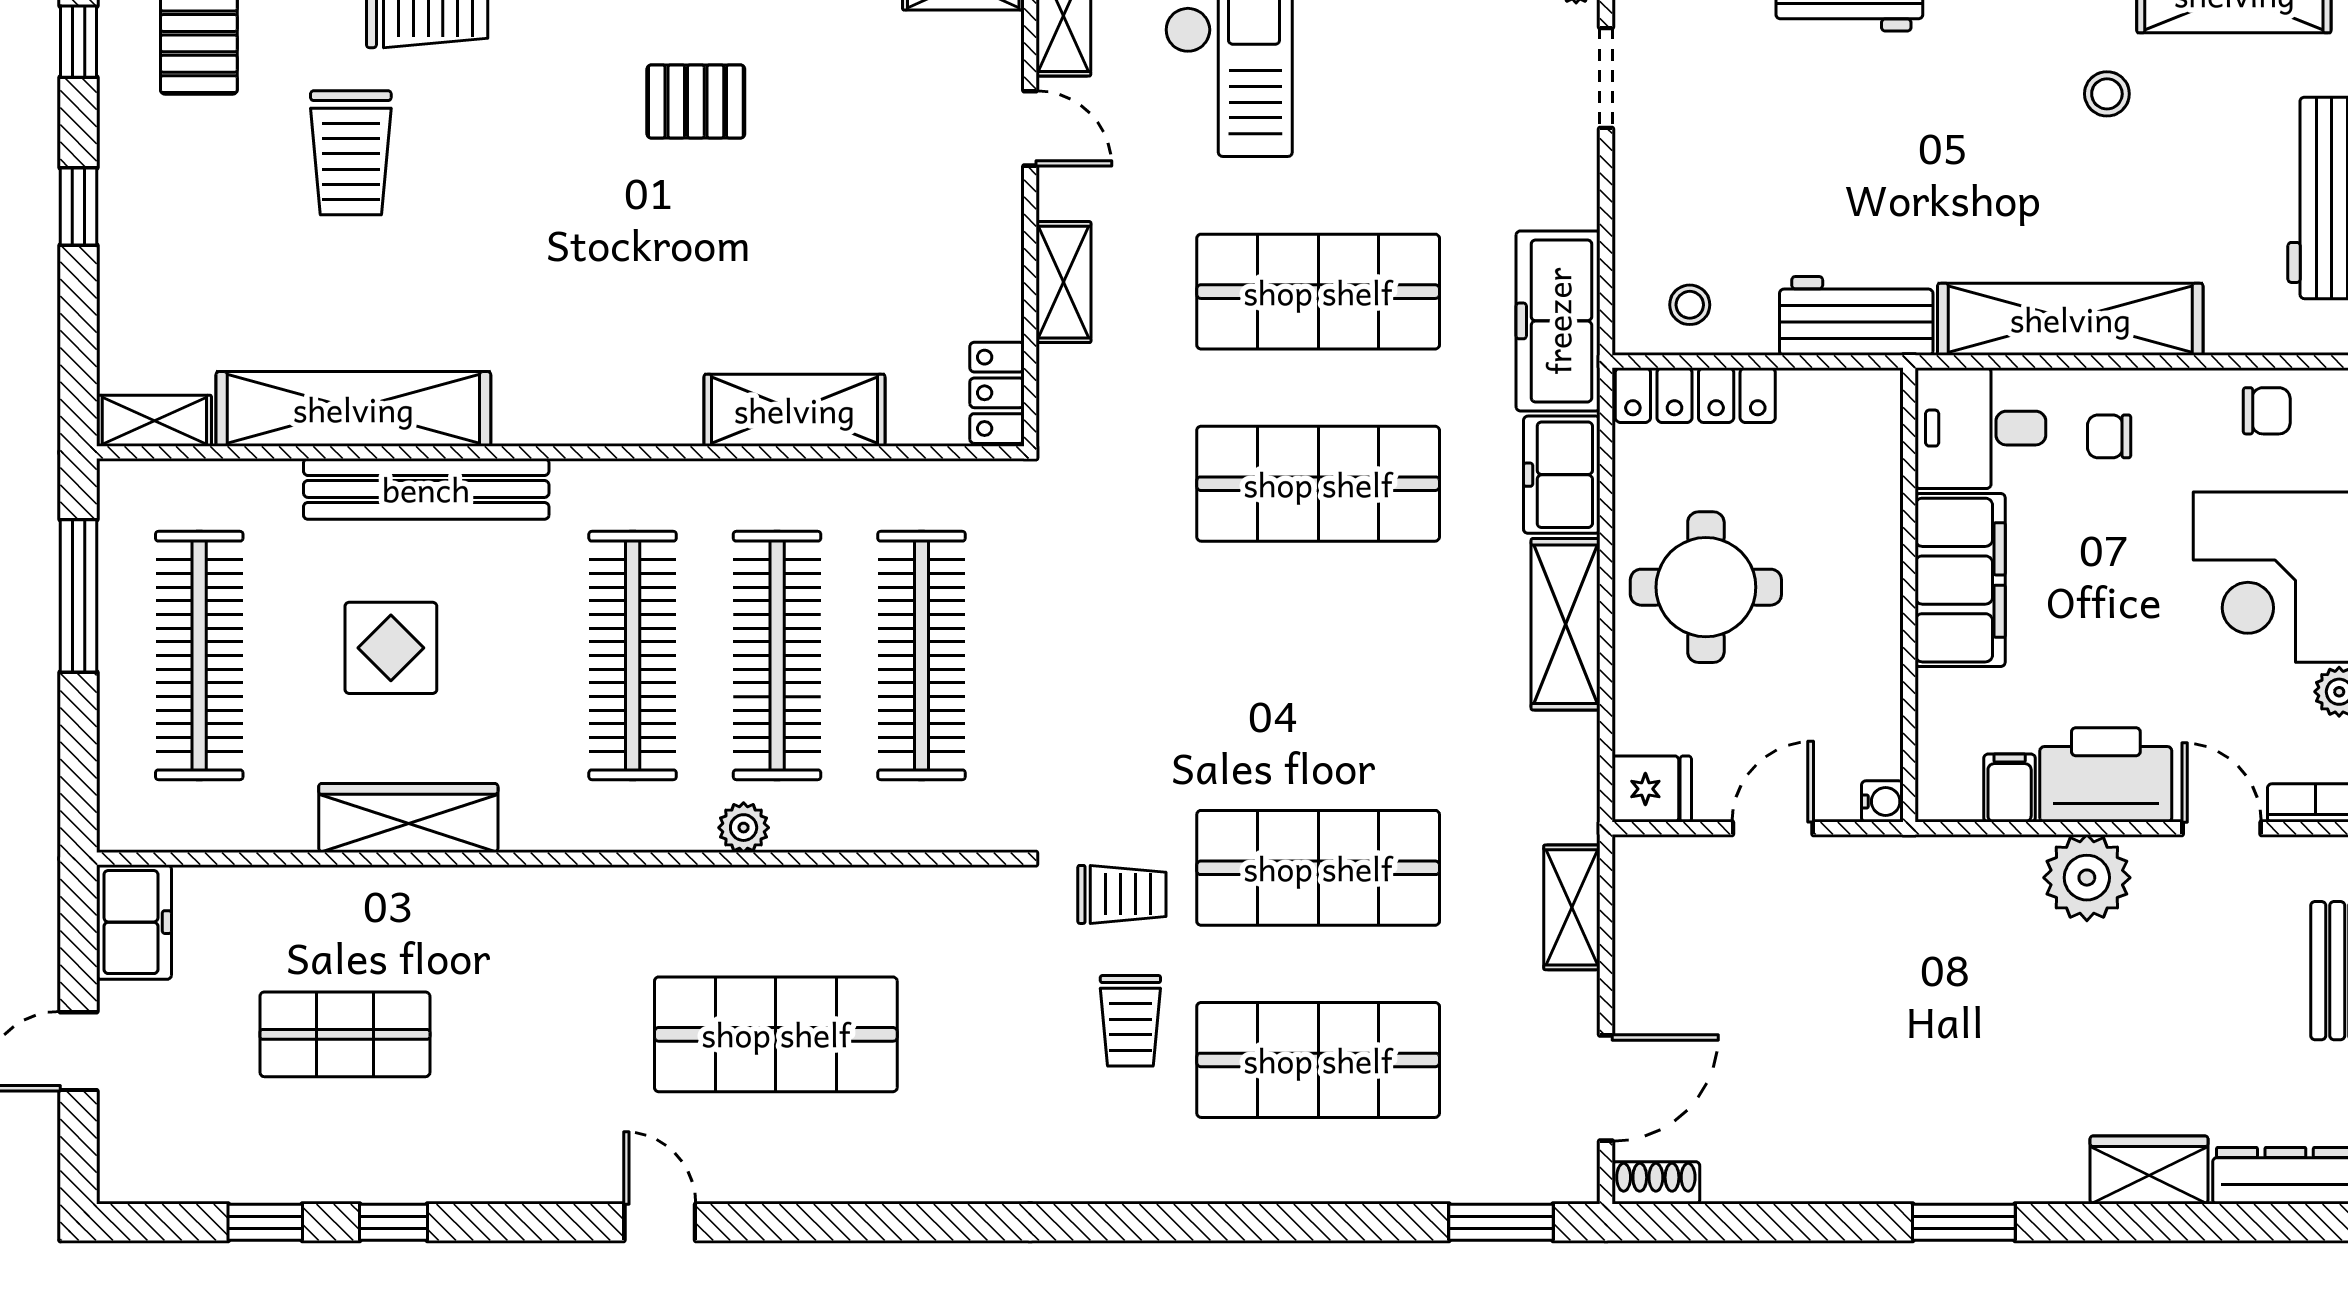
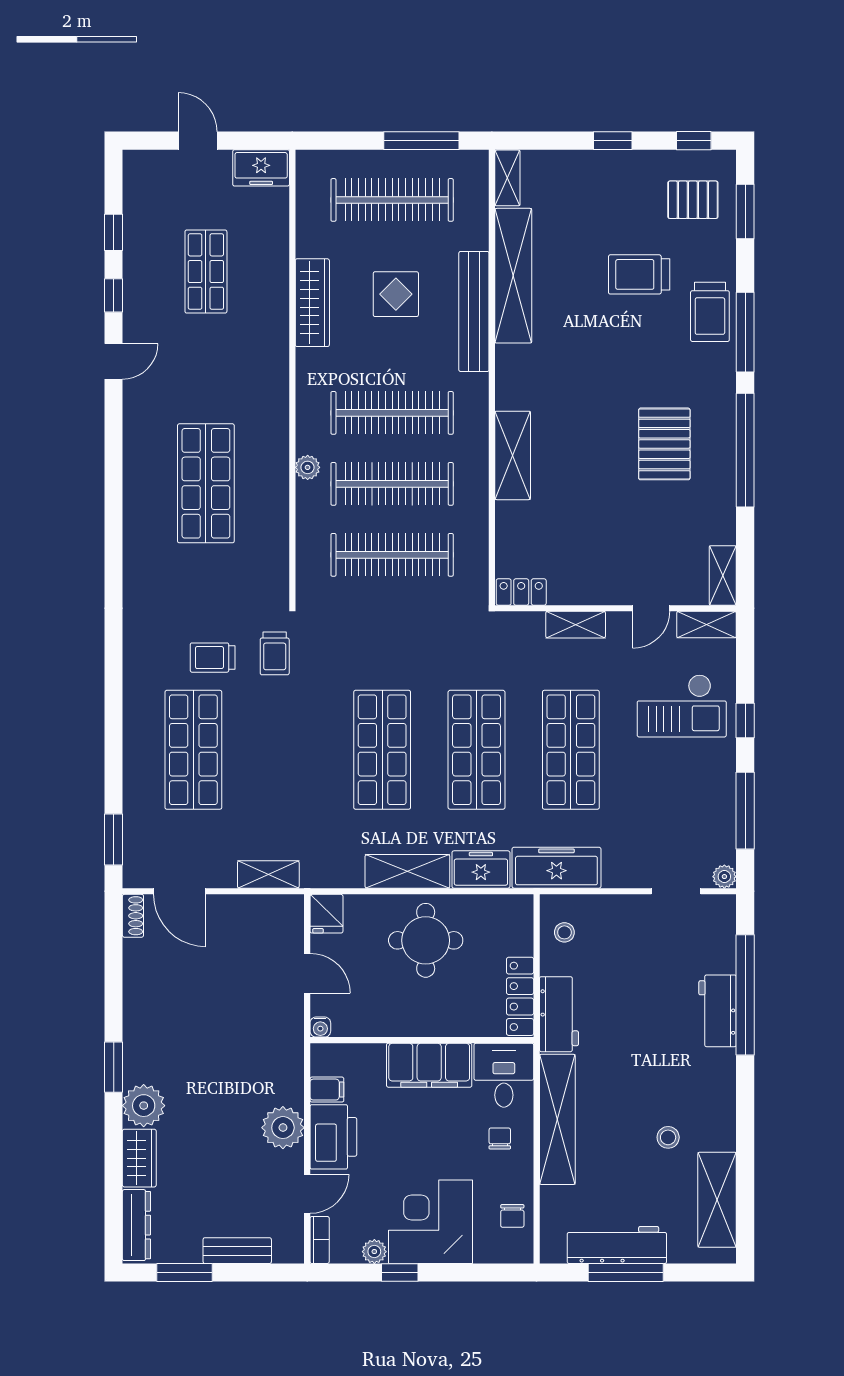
pallet: (696, 101) -> (664, 444), width x1.50, depth x1.42
locker: (1695, 395) -> (520, 996), moved
shelving: (794, 410) -> (513, 455), moved
shop shelf: (1318, 868) -> (382, 750), moved
plant: (2042, 1161) -> (144, 1106), added
door: (660, 1222) -> (114, 361), moved

